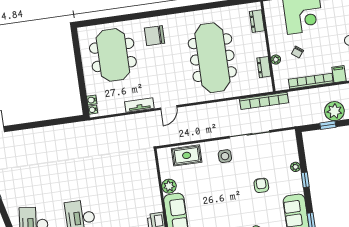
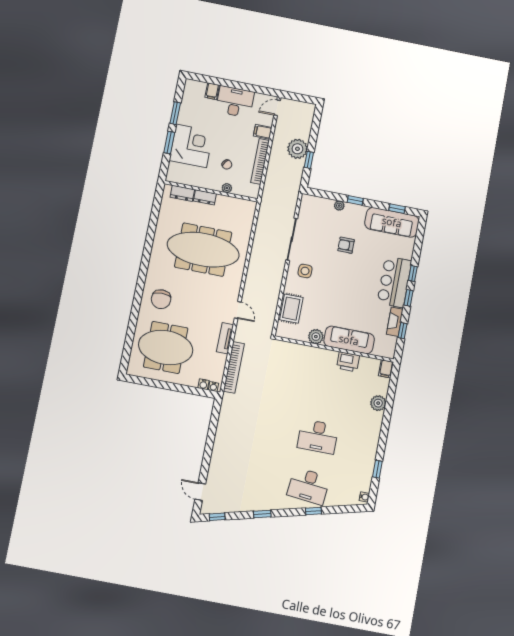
dresser: (264, 67) -> (205, 197), moved
bookcase: (264, 101) -> (234, 367), moved

